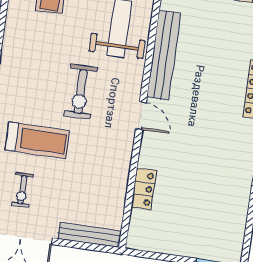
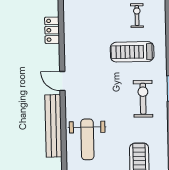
exercise bike: (81, 92) -> (143, 99), moved

